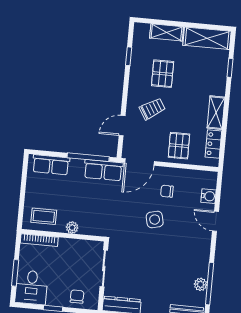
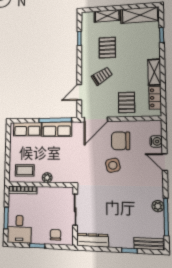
row of seats: (103, 170) -> (57, 129), moved
chair: (167, 191) -> (121, 141), width x1.87, depth x1.87
plant: (201, 284) -> (158, 206), moved

